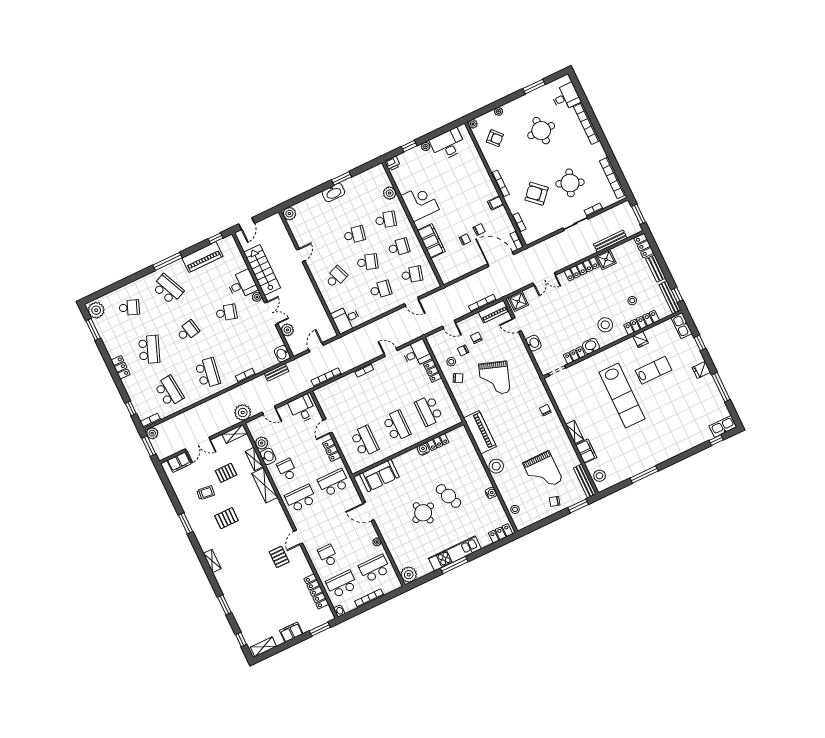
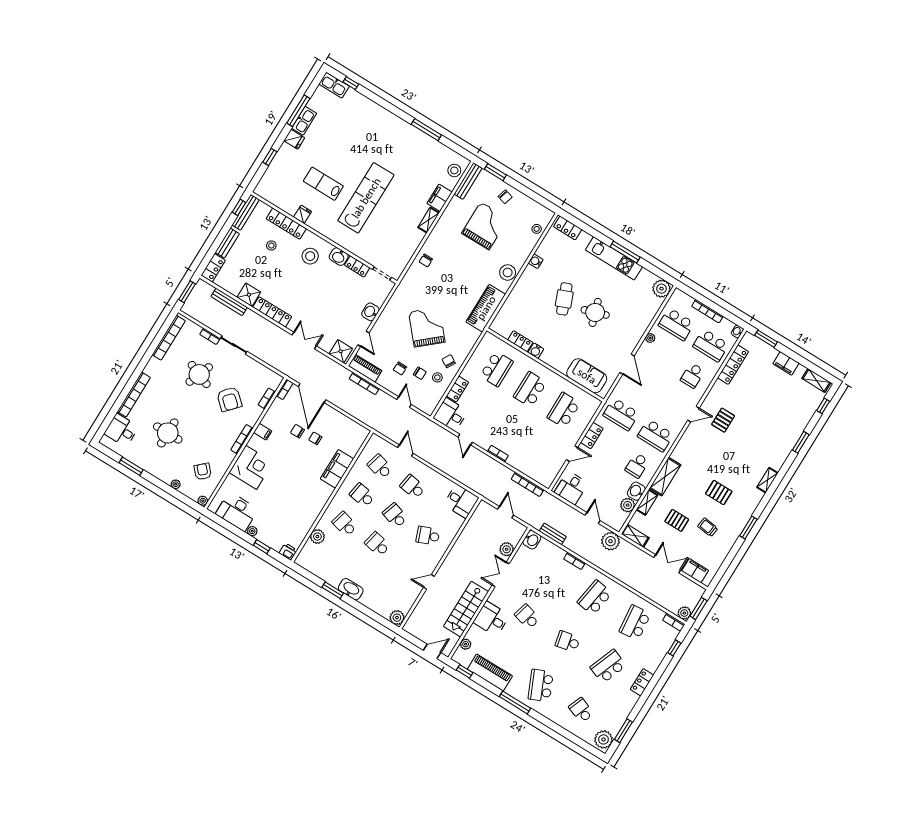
corner desk: (420, 203) -> (251, 467), moved, turned 180
plant: (257, 297) -> (466, 644), moved
kitchen sink: (682, 326) -> (304, 121), moved
door: (316, 347) -> (506, 512), swing flipped
grand piano: (494, 378) -> (427, 327), turned -60

